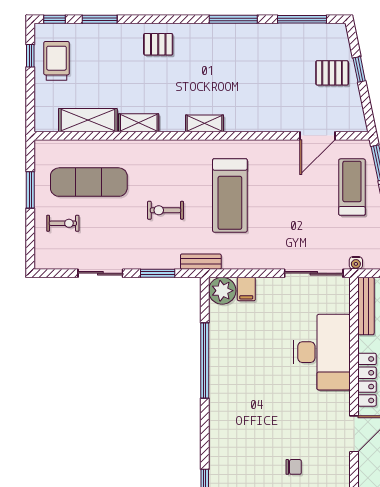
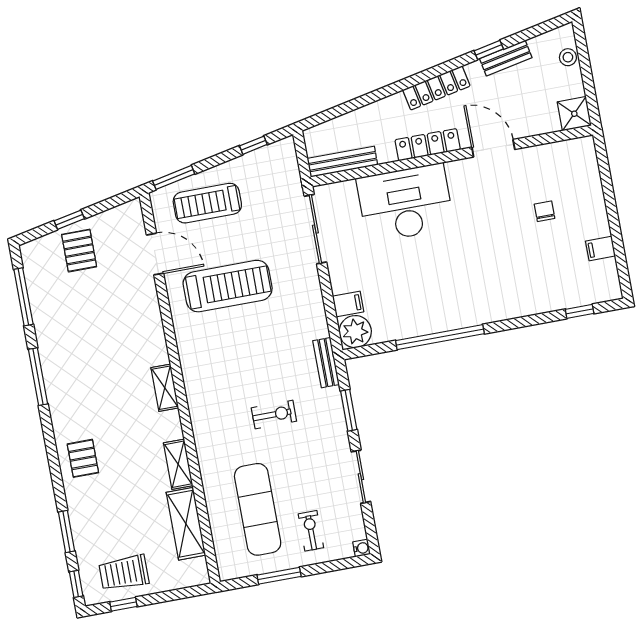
treadmill: (230, 195) -> (228, 286), moved
exercise bike: (166, 210) -> (274, 414), turned -90
water cooler: (356, 263) -> (362, 548), moved

